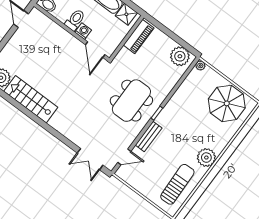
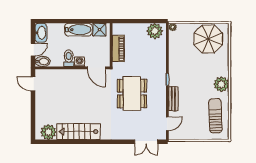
piano: (139, 37) -> (118, 48), moved
dining table: (131, 101) -> (132, 94), moved

